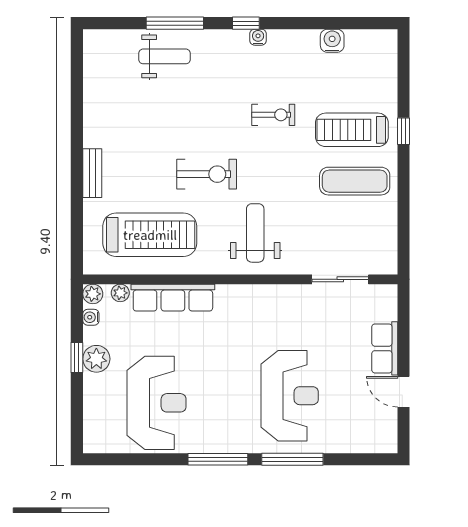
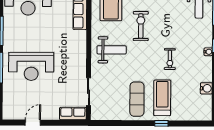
exercise bike: (207, 174) -> (141, 26), turned 180
row of seats: (385, 348) -> (73, 114), moved

